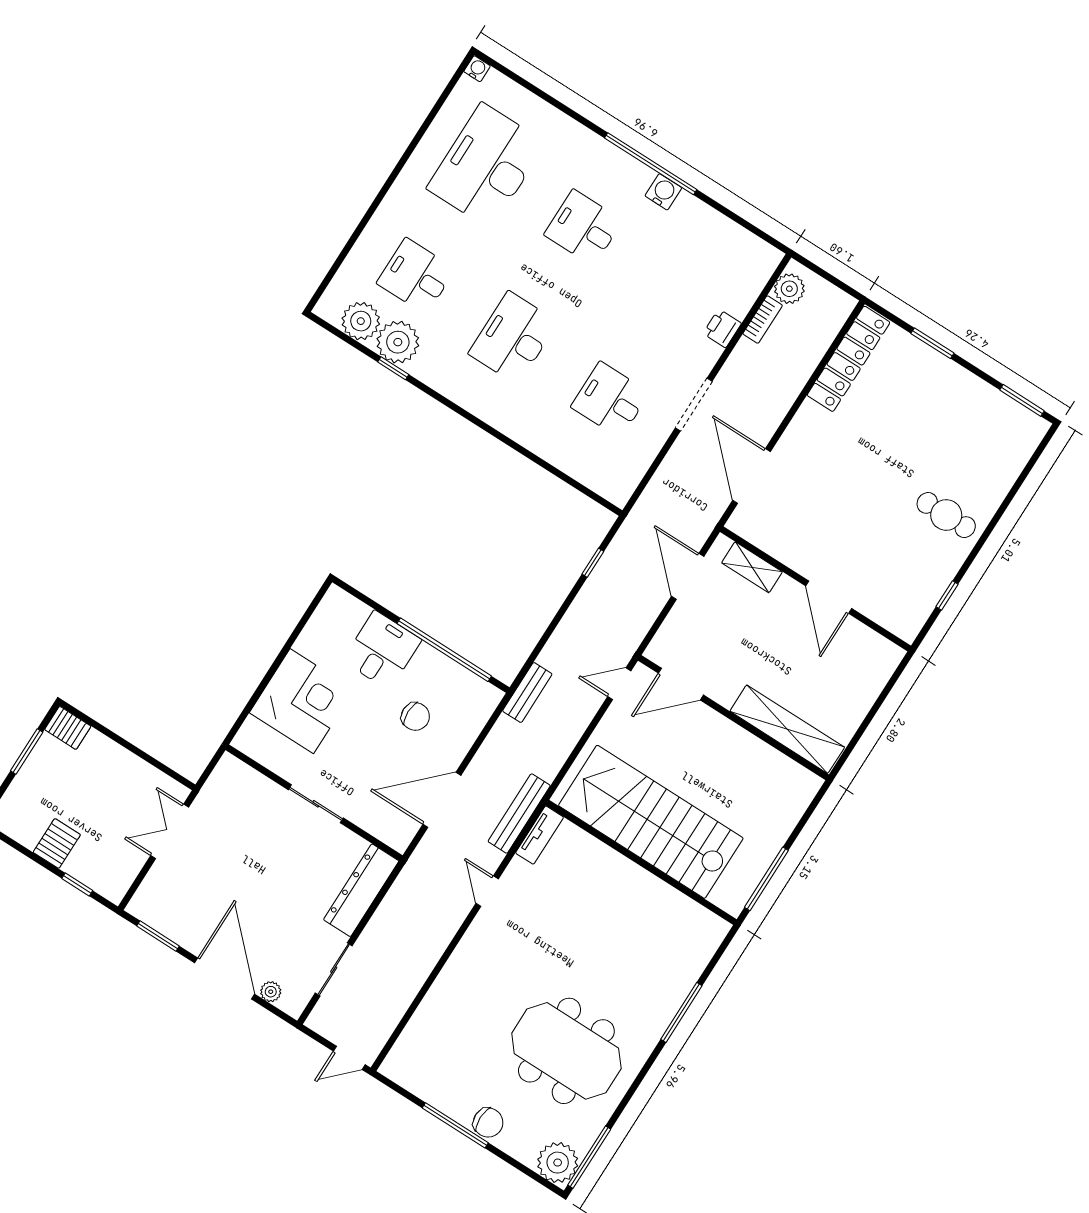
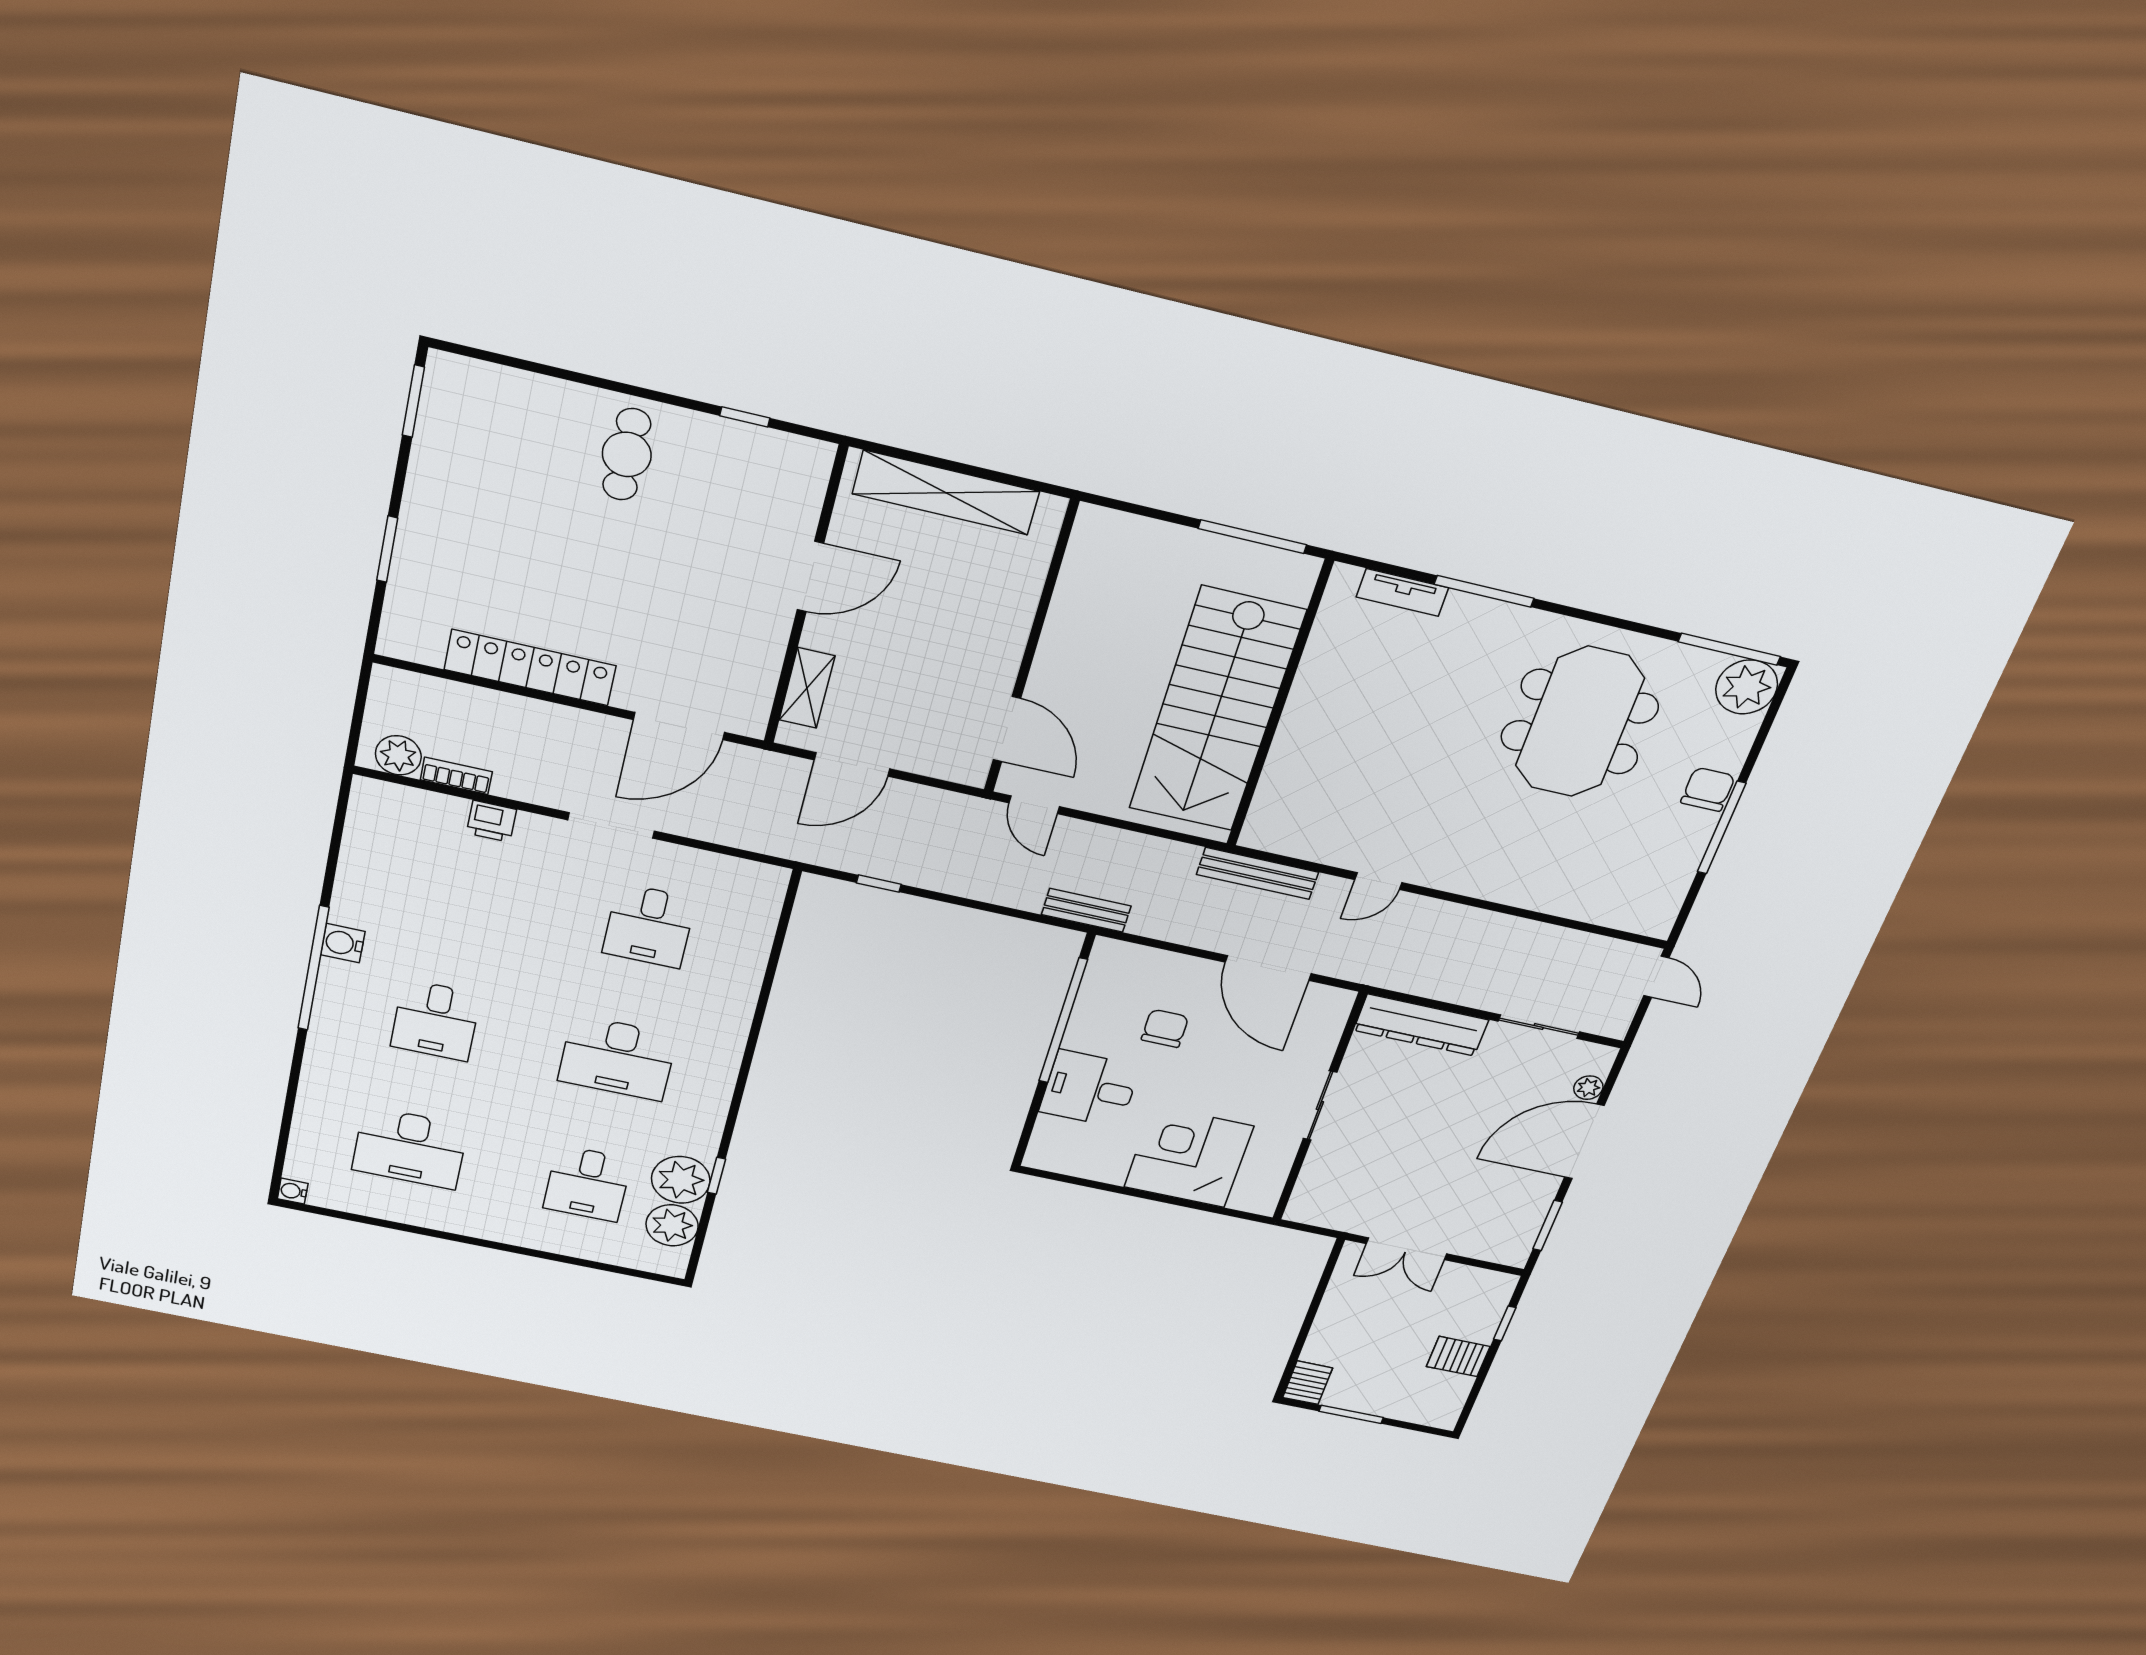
desk: (486, 166) -> (410, 1148), width x0.73, depth x0.77
locker: (849, 359) -> (530, 668), moved
shelving: (787, 729) -> (946, 493), moved, turned 90
tv unit: (540, 835) -> (1402, 592), moved, turned 180

